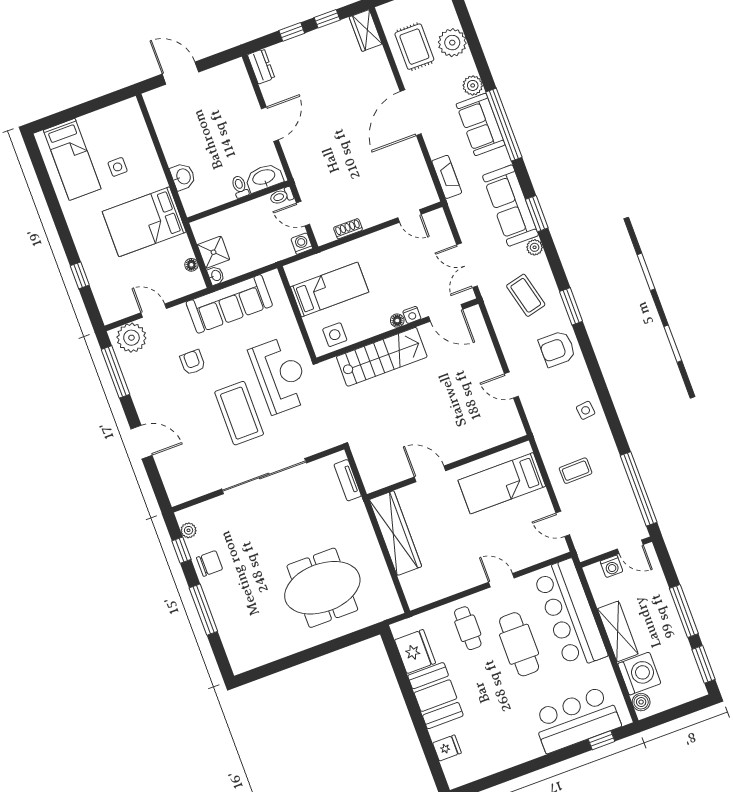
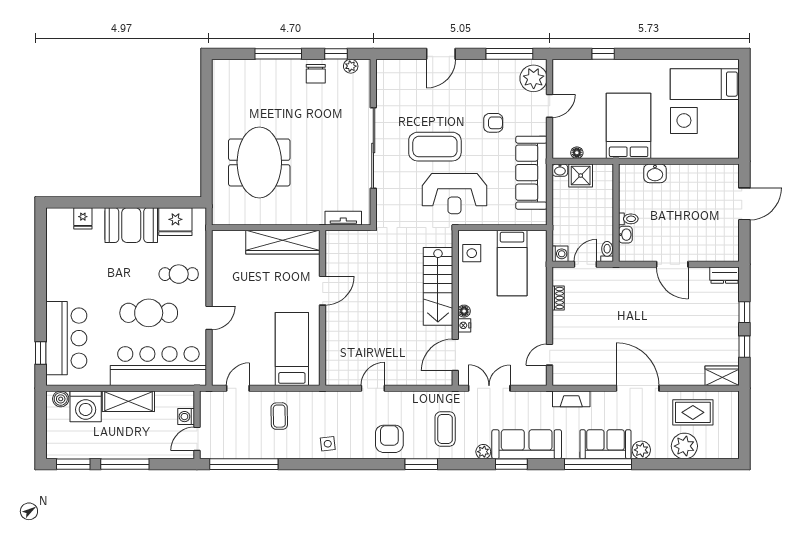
side table: (118, 167) -> (684, 121), width x1.87, depth x1.87
washbasin: (264, 178) -> (625, 235), width x0.52, depth x0.69
coffee table: (526, 295) -> (445, 429), turned -76

